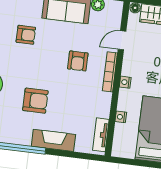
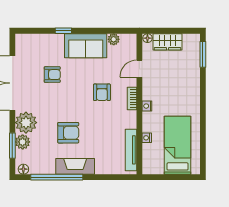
bookcase: (110, 72) -> (132, 98), width x0.64
tv unit: (101, 135) -> (131, 150), width x1.41
fireplace: (53, 140) -> (75, 166), moved

